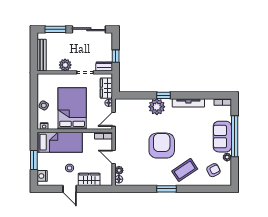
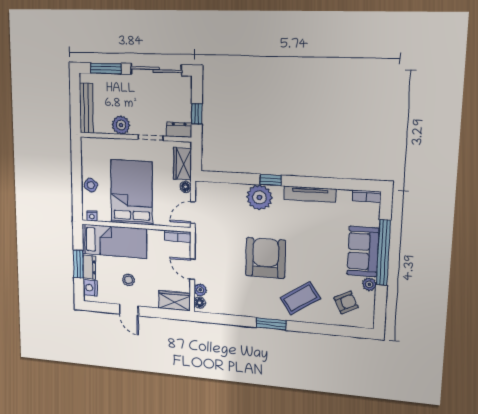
dresser: (42, 161) -> (89, 267), added
wardrobe: (89, 179) -> (174, 301), moved

